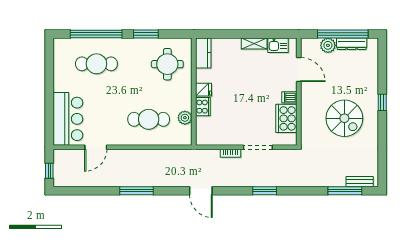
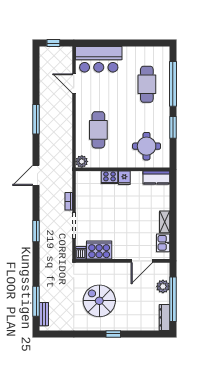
dresser: (352, 44) -> (164, 317), moved
dishwasher: (289, 97) -> (81, 253), moved
plant: (185, 118) -> (82, 161), moved
spiral stairs: (344, 118) -> (99, 301), turned 90

